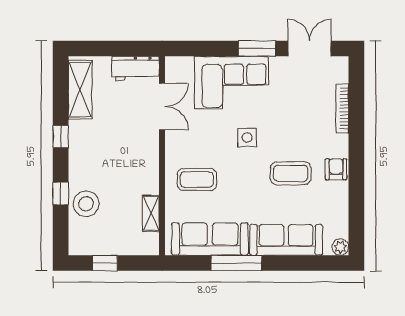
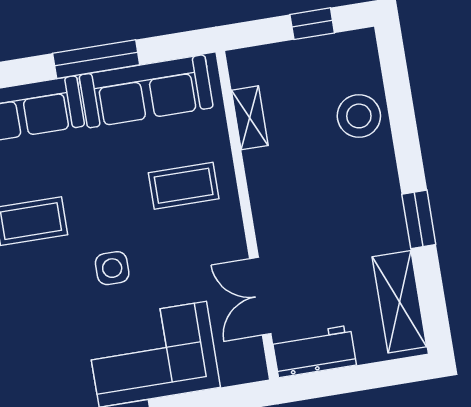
window: (61, 137) -> (419, 219), width x1.50
window: (61, 193) -> (403, 126), removed

